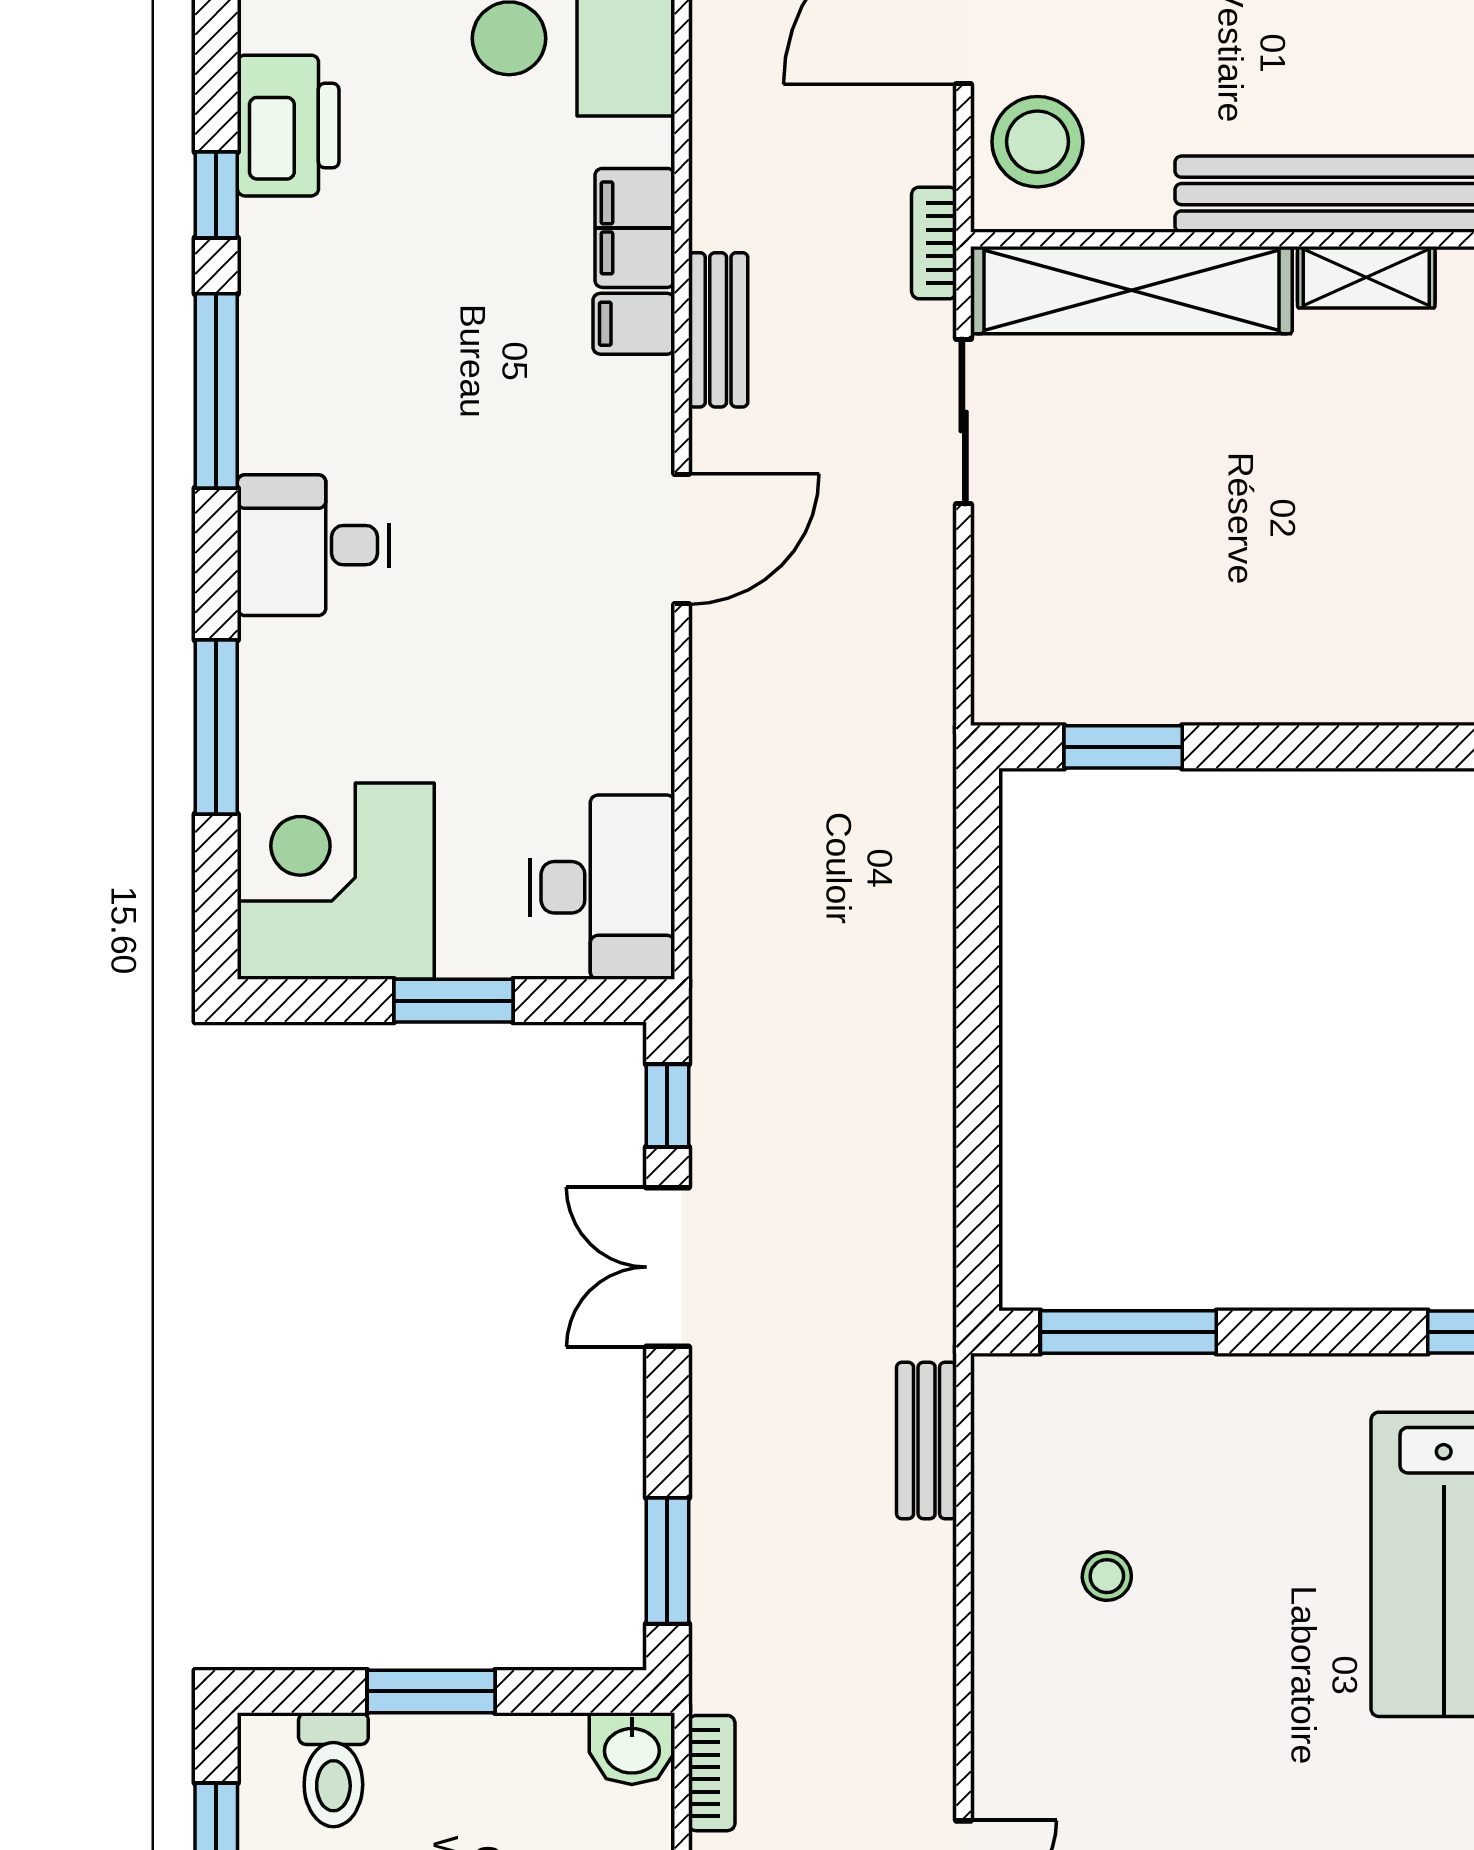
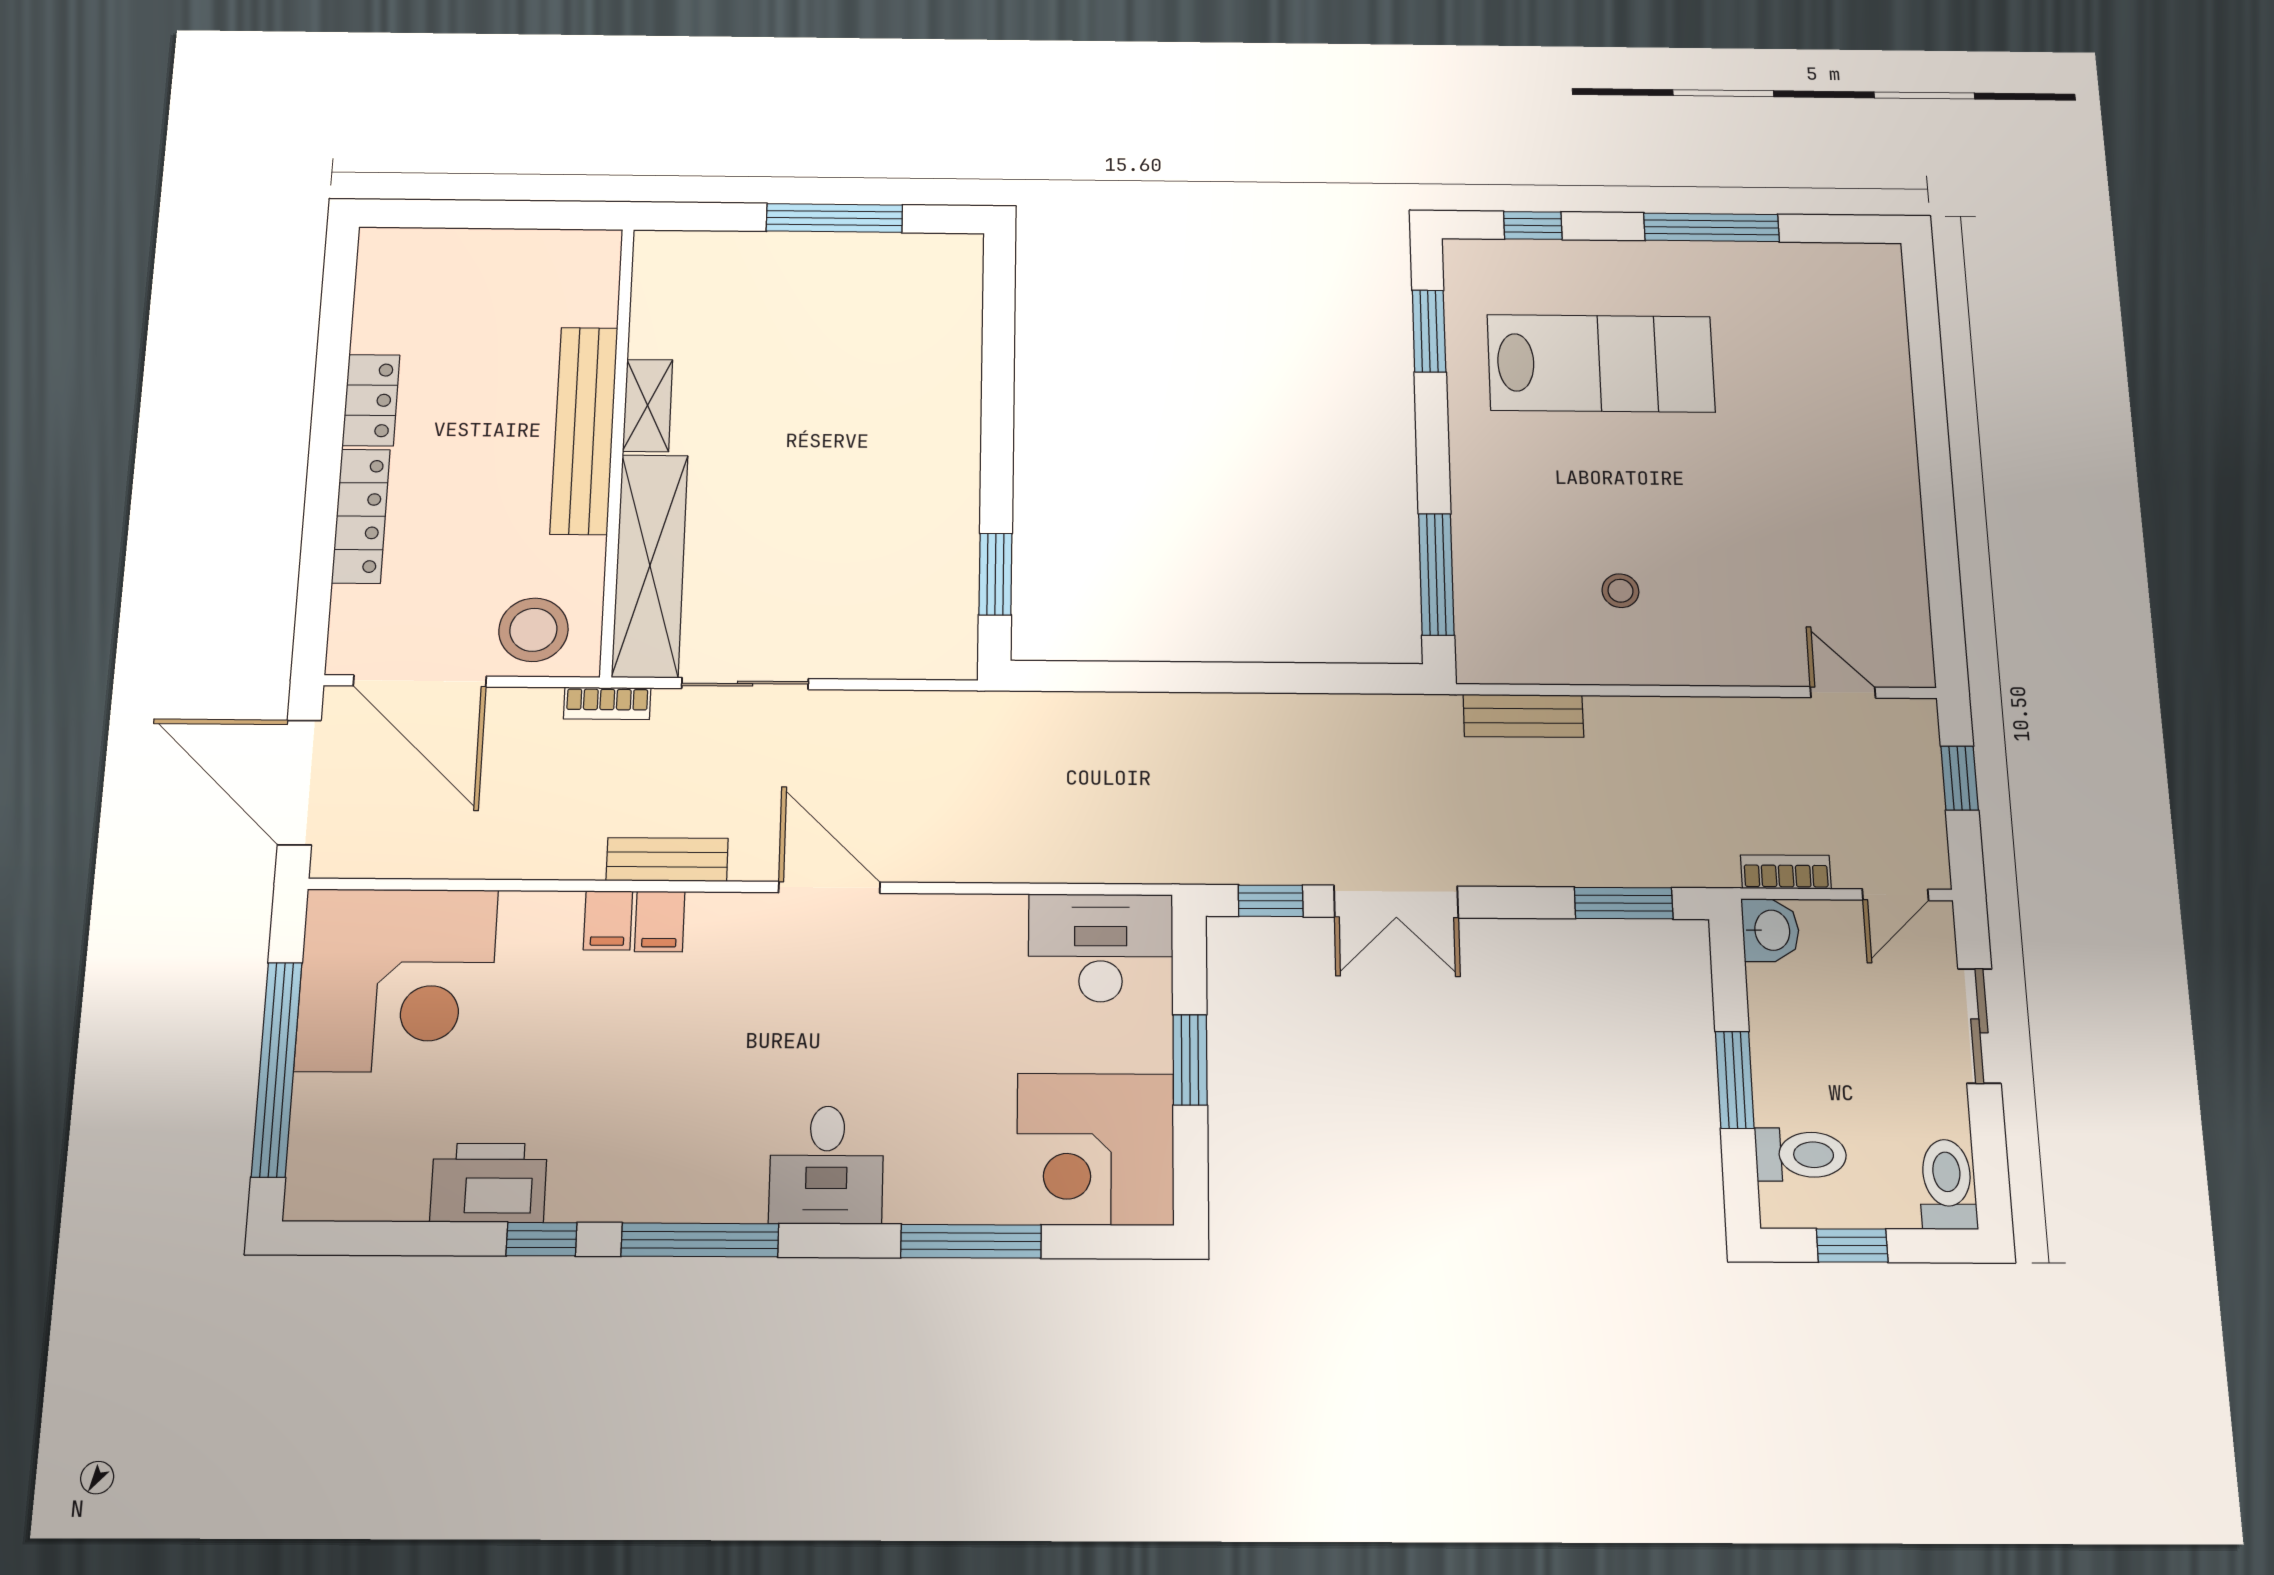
filing cabinet: (635, 228) -> (608, 920), width x0.50

